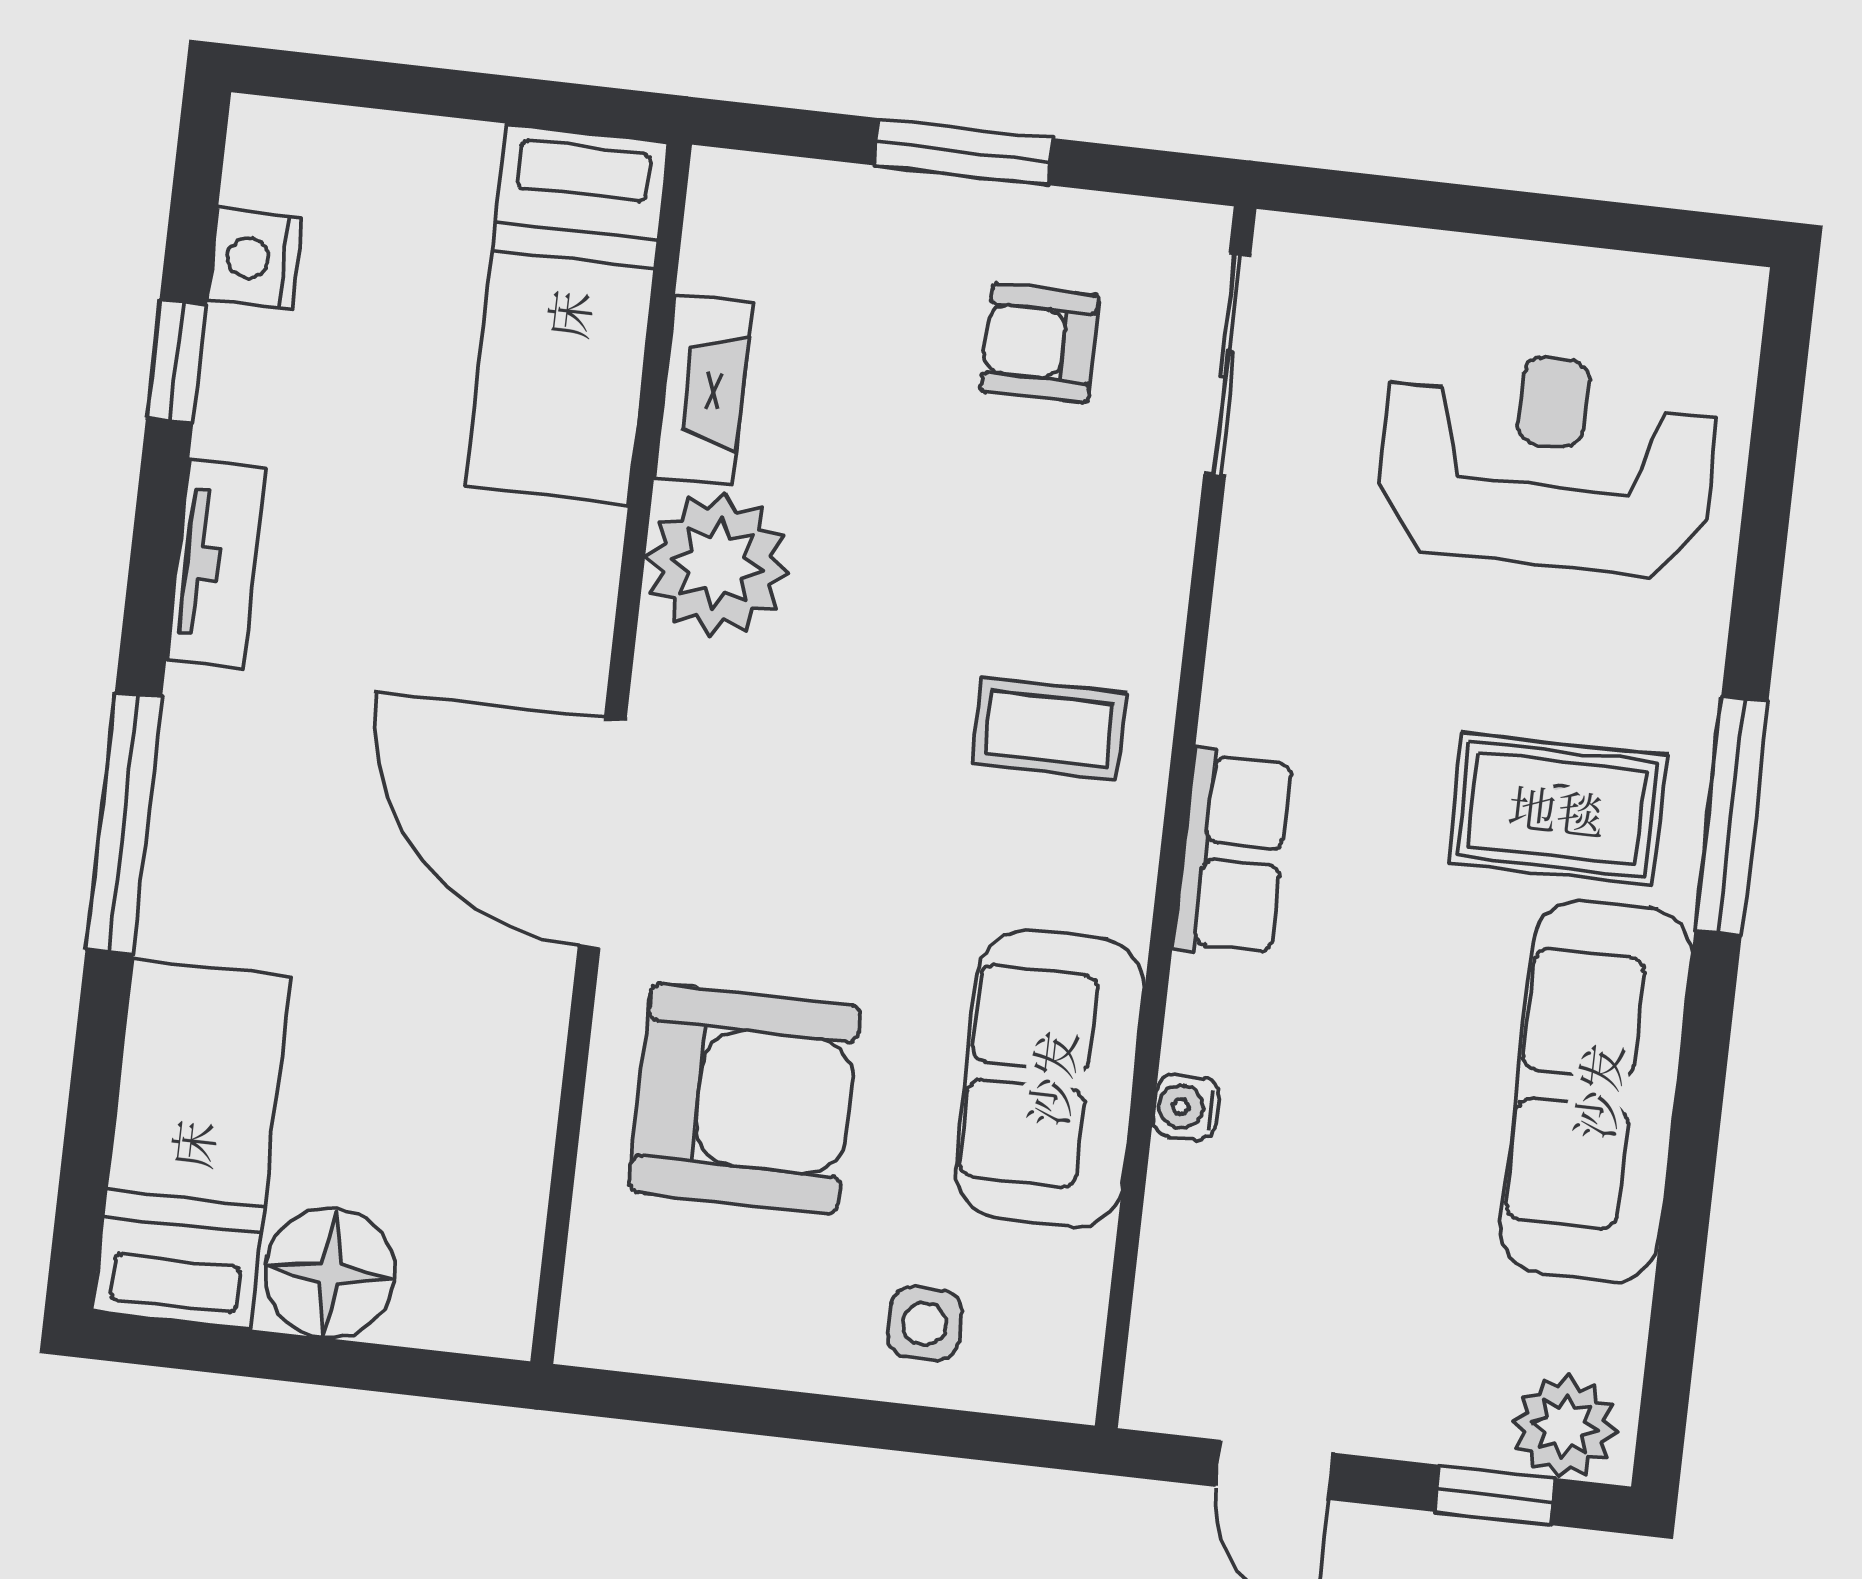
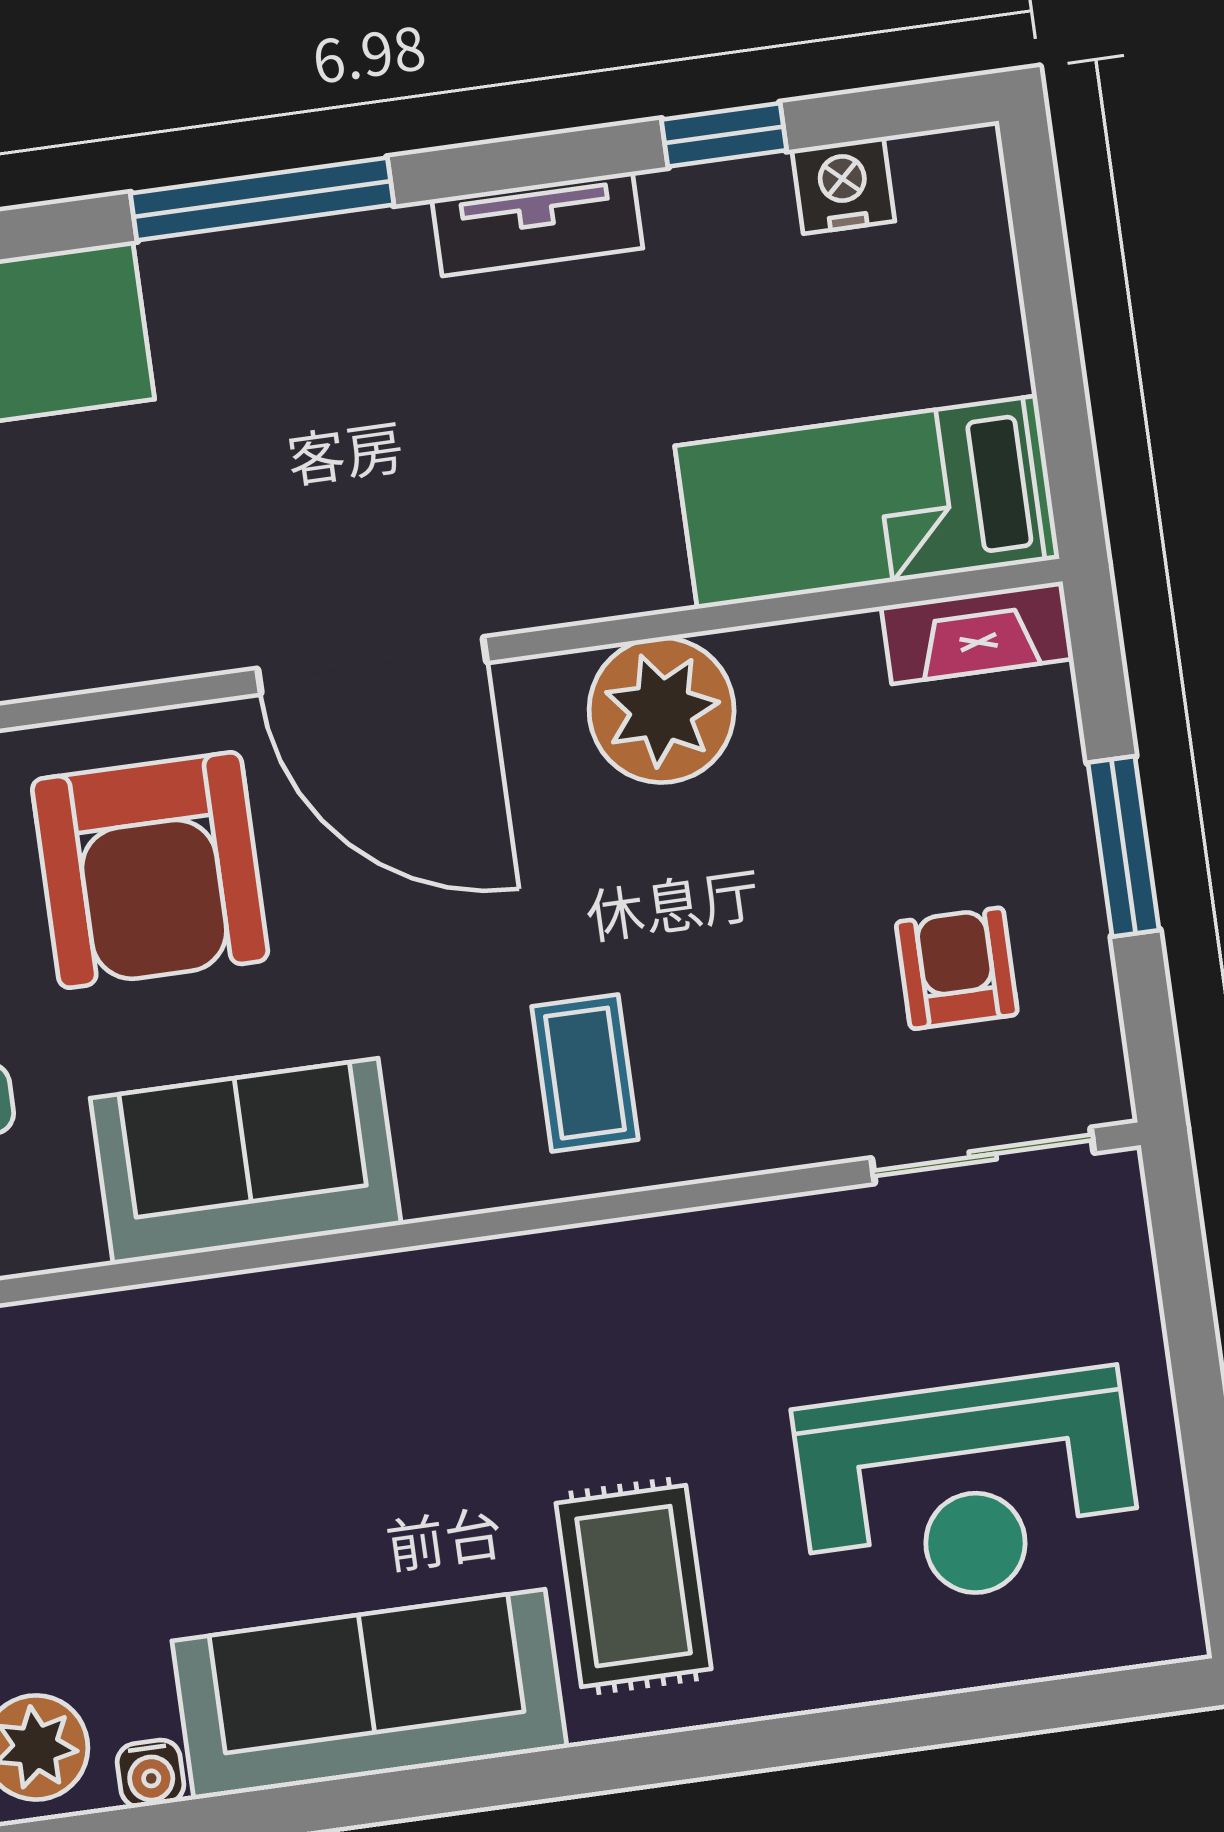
fireplace: (703, 390) -> (977, 633), moved
reception desk: (1546, 462) -> (968, 1489), turned 90
window: (1731, 815) -> (671, 1757), removed
door: (602, 833) -> (372, 666), swing flipped
row of seats: (1232, 853) -> (510, 1282), removed
water cooler: (1186, 1107) -> (151, 1773), moved, turned 180

